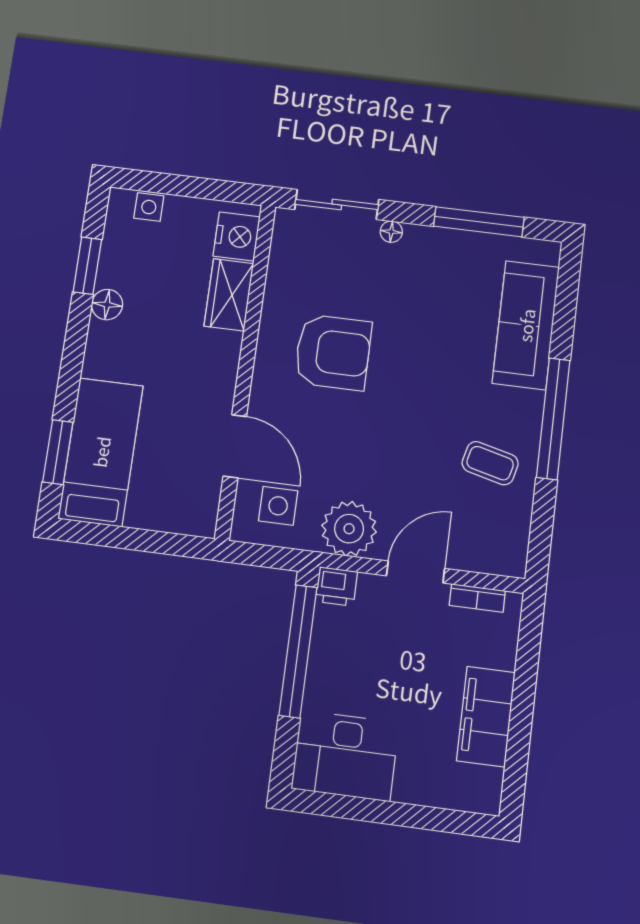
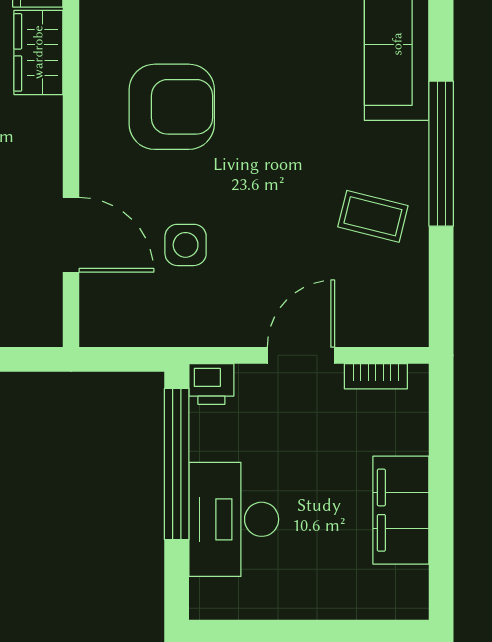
side table: (278, 506) -> (186, 245), moved
plant: (349, 529) -> (217, 315), removed
desk: (345, 756) -> (234, 519), moved, turned 90

